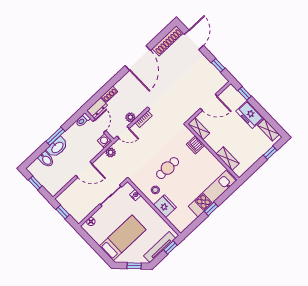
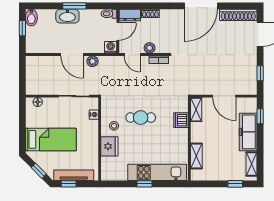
freezer: (250, 115) -> (248, 132), width x1.40
plant: (111, 152) -> (92, 61), moved
bidet: (46, 160) -> (31, 18), moved
window: (63, 212) -> (22, 73), removed
window: (170, 248) -> (69, 184), moved

